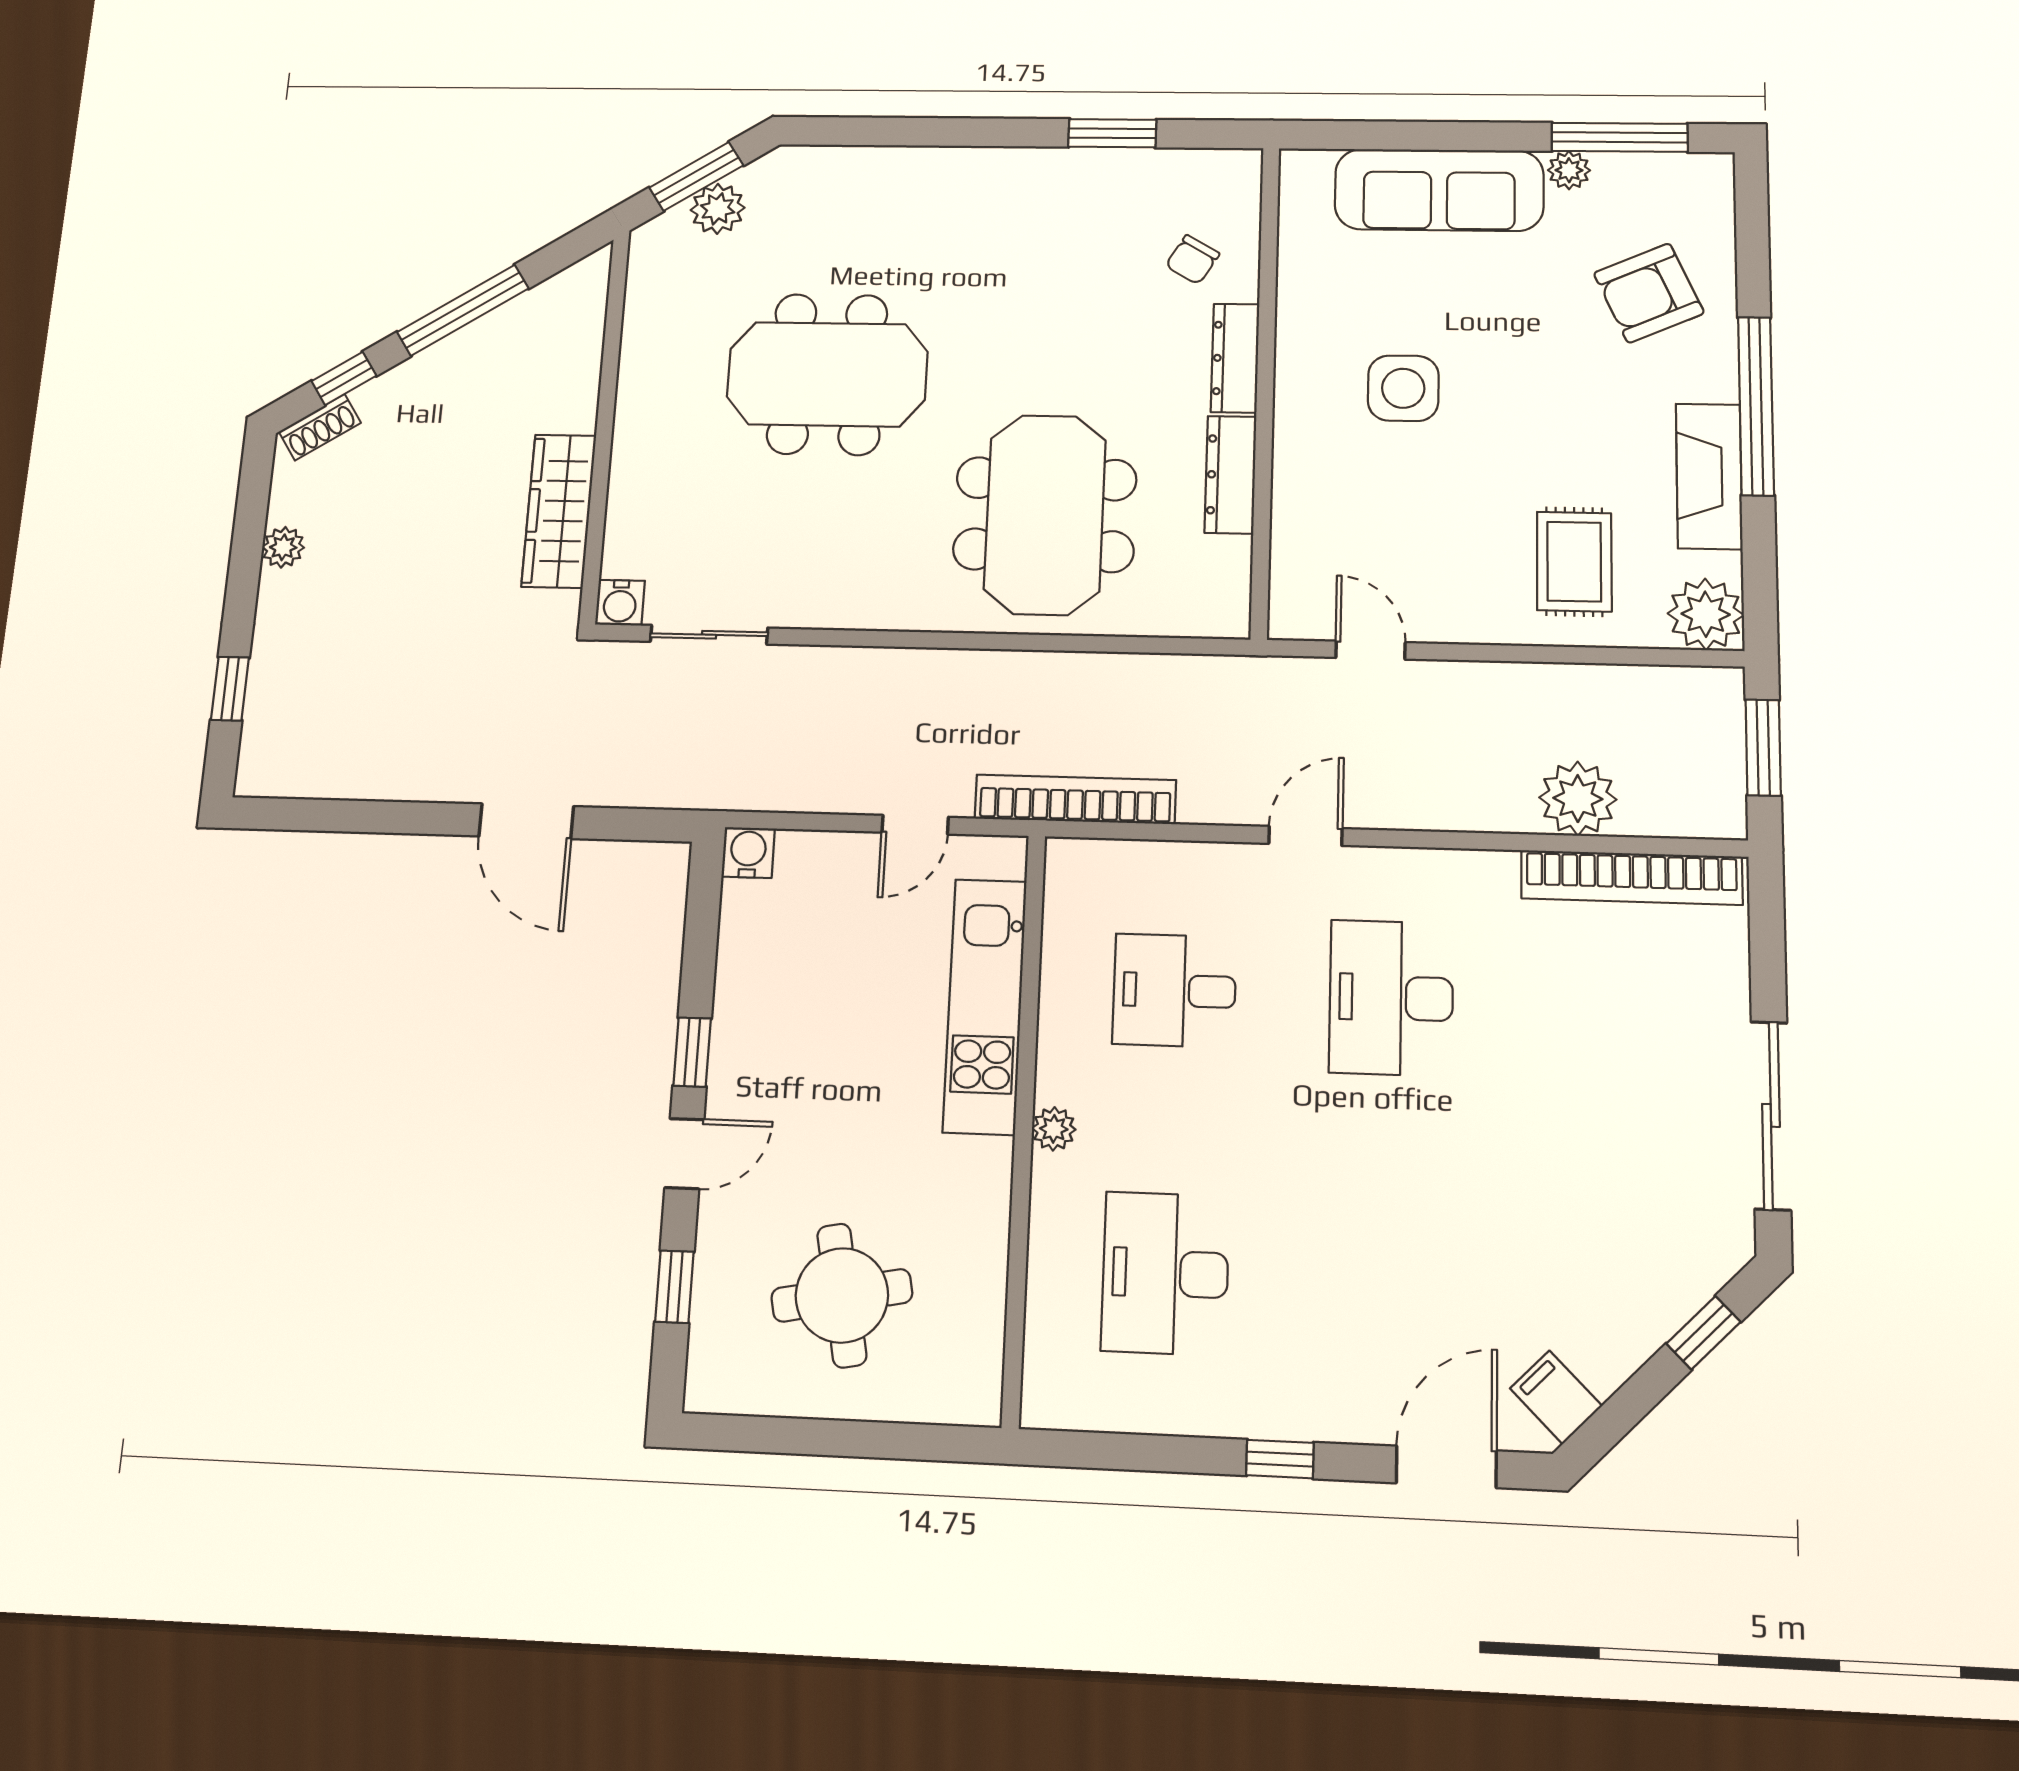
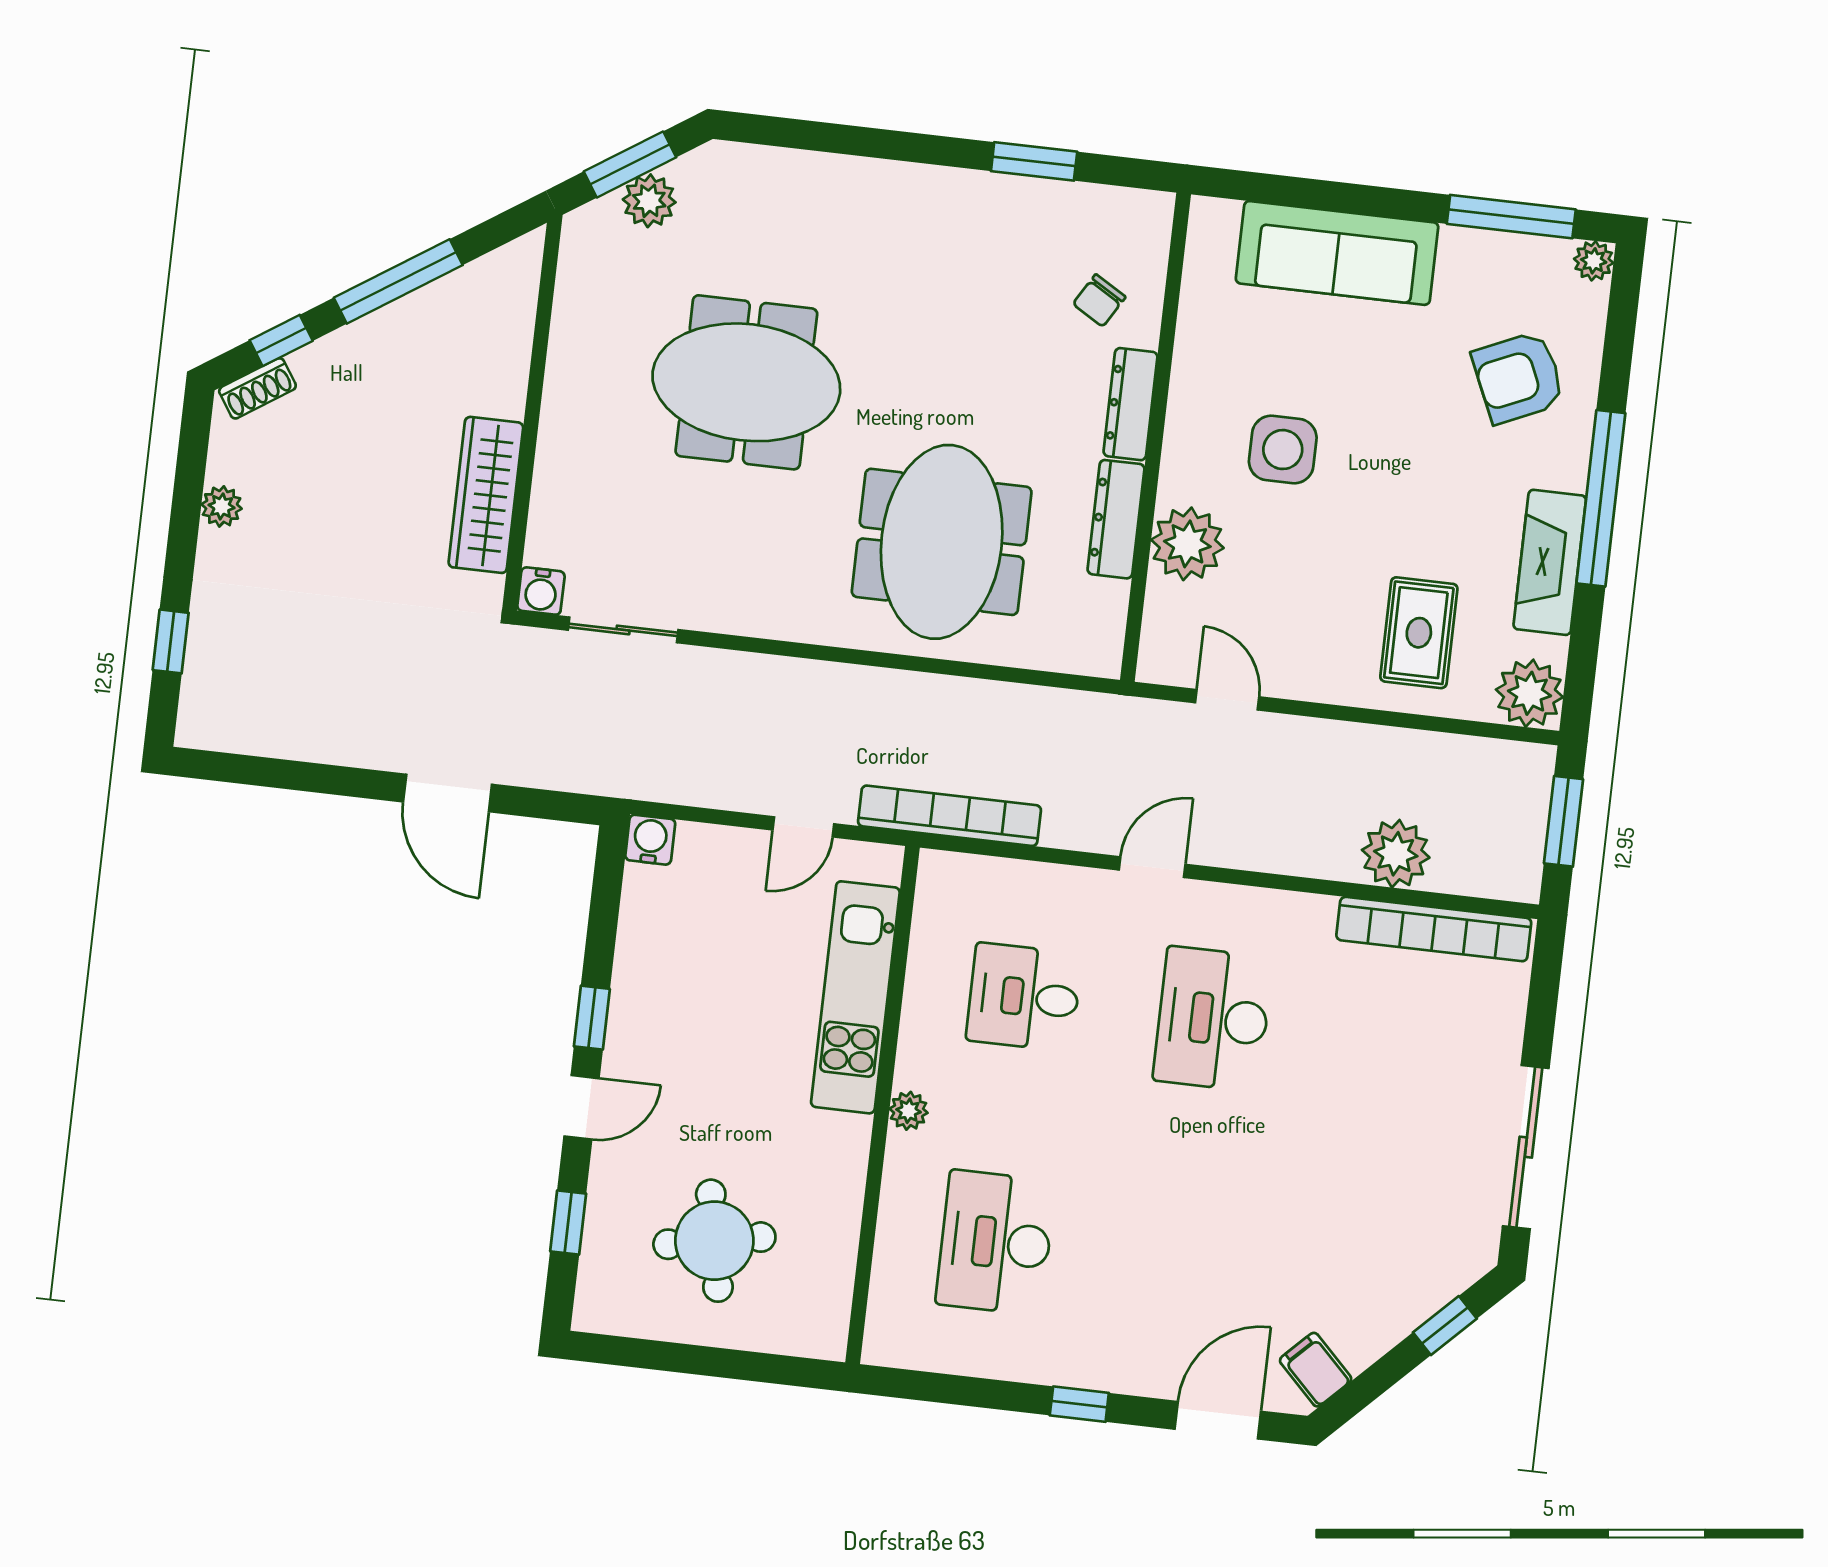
plant: (1569, 170) -> (1594, 261), moved
plant: (1310, 493) -> (1187, 544), added

